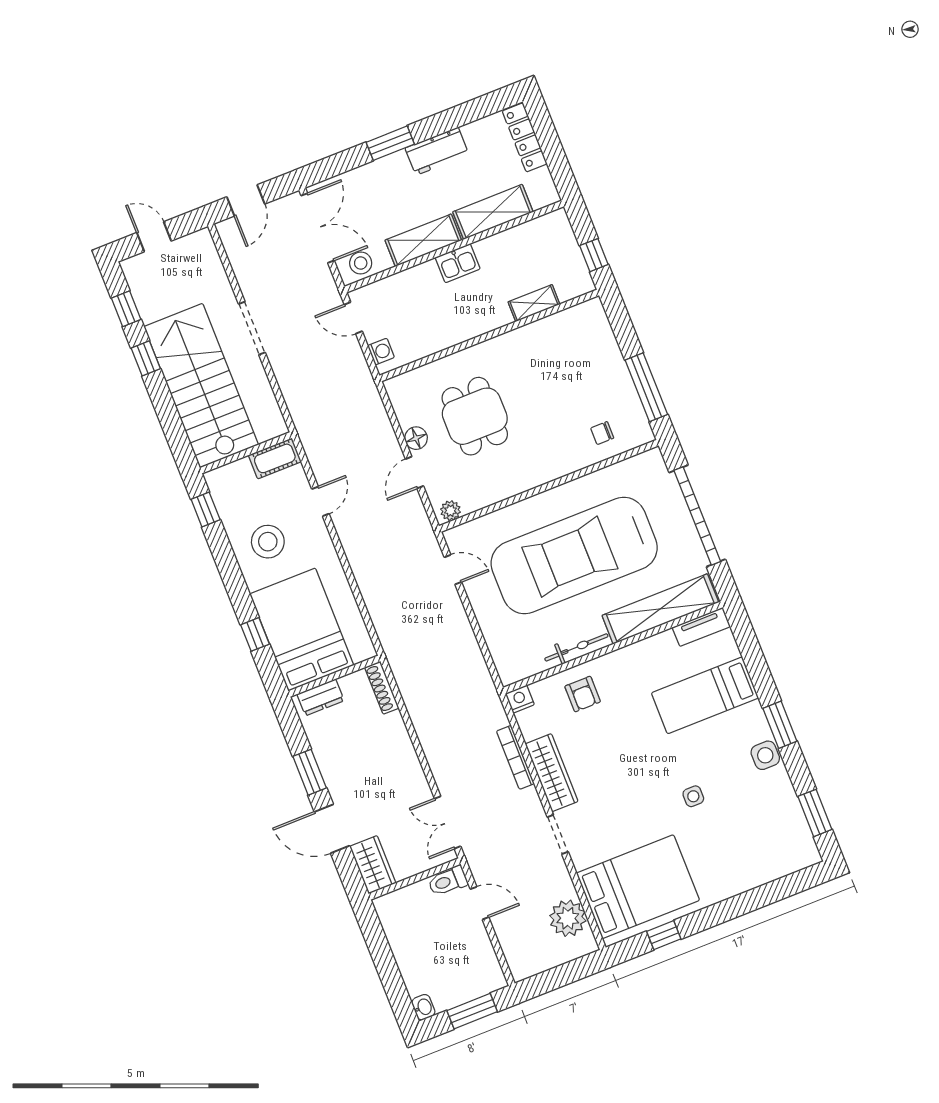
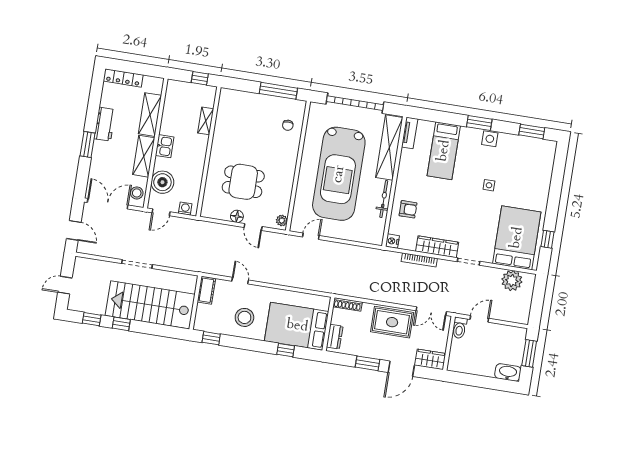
boiler: (401, 293) -> (162, 182), added
rug: (395, 772) -> (392, 322), added
washbasin: (423, 1007) -> (508, 372), width x1.91, depth x1.45

